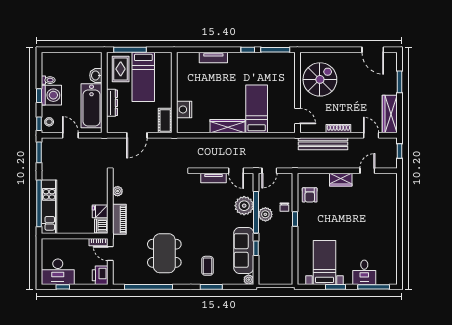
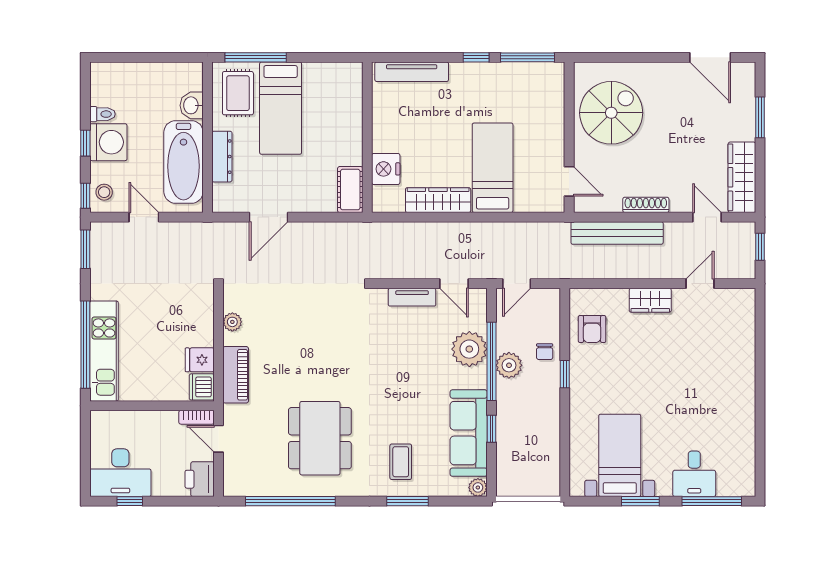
tv unit: (213, 58) -> (412, 72), width x1.41
wall: (174, 93) -> (367, 137), moved
nightstand: (184, 109) -> (386, 169), moved
cot: (165, 120) -> (350, 190), moved

